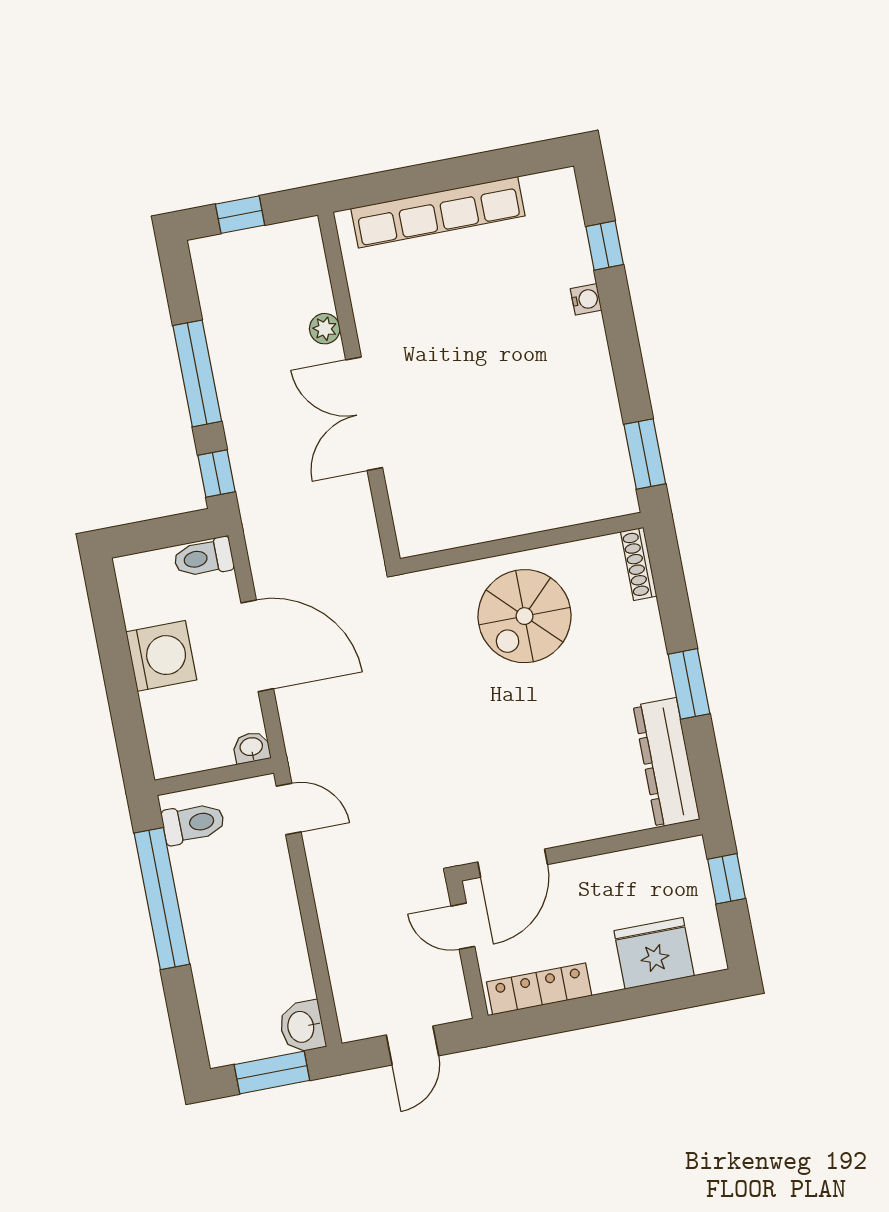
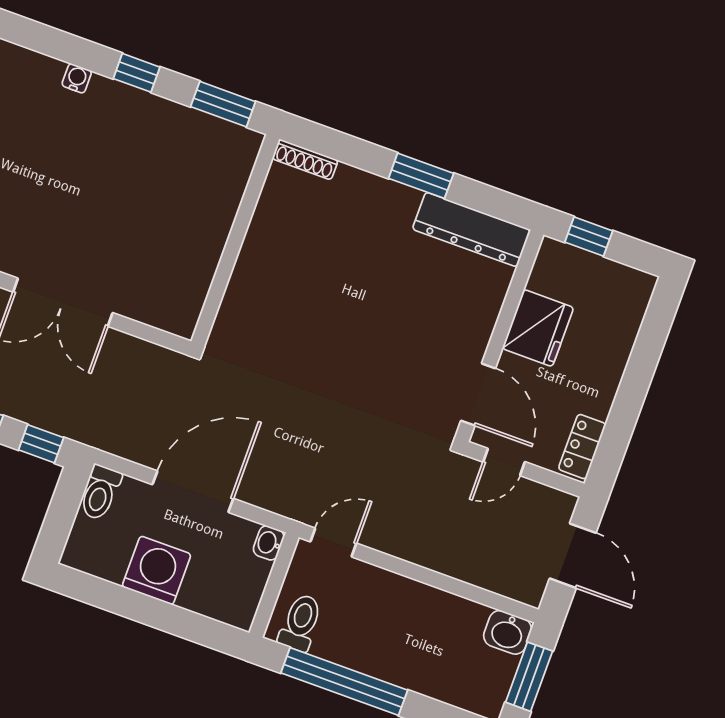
window: (605, 245) -> (137, 73), moved
spiral stairs: (524, 616) -> (293, 272), removed
fridge: (654, 953) -> (538, 328), moved, turned 180
locker: (539, 989) -> (582, 447), width x0.66
door: (412, 1045) -> (573, 556), width x1.38

